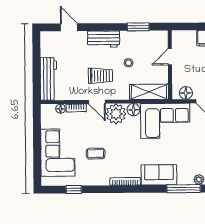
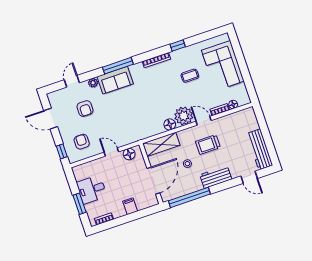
window: (138, 27) -> (189, 197), width x2.11
door: (170, 57) -> (153, 181), width x1.87
workbench: (48, 79) -> (260, 149), moved
corner sofa: (165, 121) -> (139, 124), removed
sofa: (159, 175) -> (115, 80), moved
window: (74, 189) -> (178, 46), moved
window: (184, 189) -> (118, 66), moved

